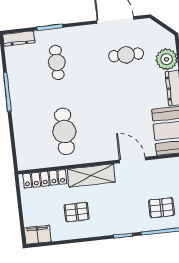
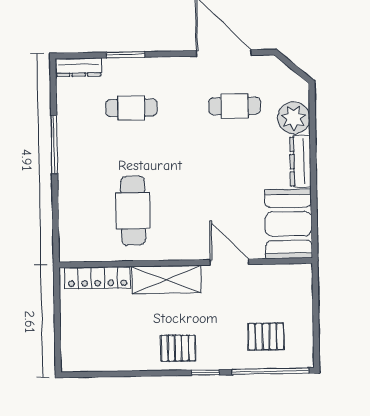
cafe table: (57, 62) -> (131, 108), turned 90
pallet: (77, 212) -> (178, 348), moved
filing cabinet: (38, 235) -> (79, 359), removed

